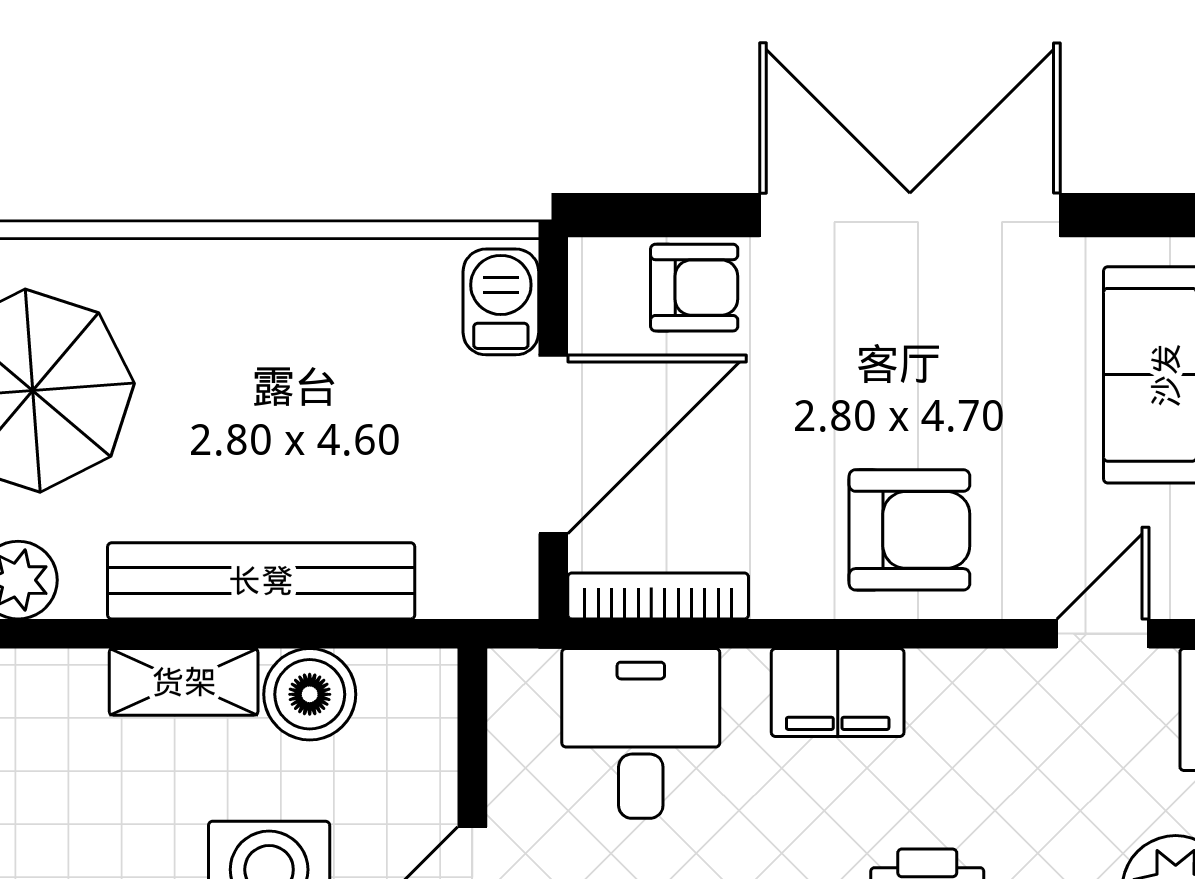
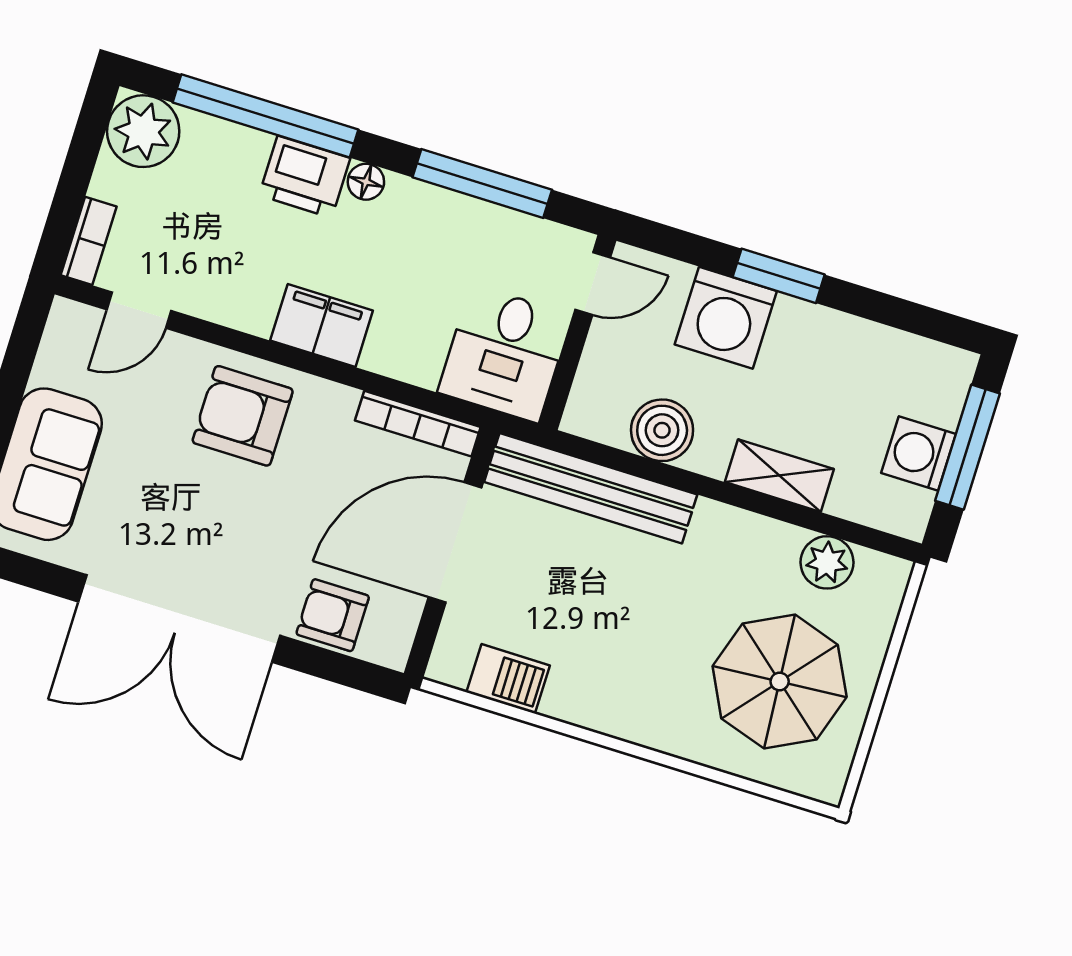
barbecue: (501, 302) -> (508, 679), moved, turned -90
bench: (261, 581) -> (591, 488), moved
shelving: (184, 682) -> (779, 476), moved
desk: (641, 733) -> (505, 354), moved

